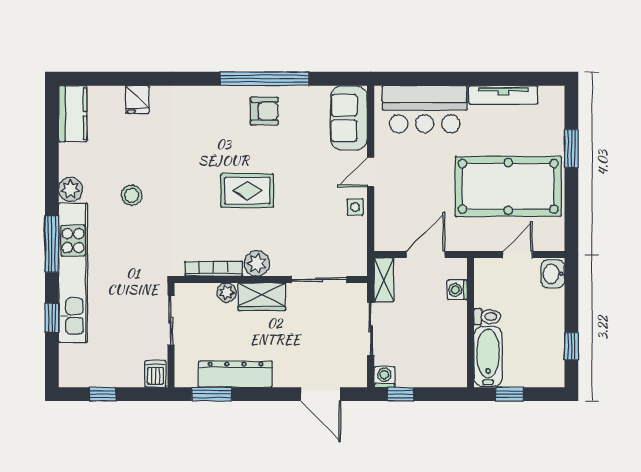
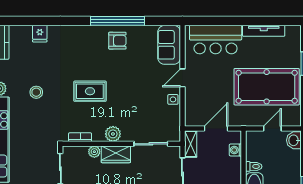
rug: (247, 191) -> (90, 91), moved
bookcase: (214, 269) -> (80, 137), width x0.64

